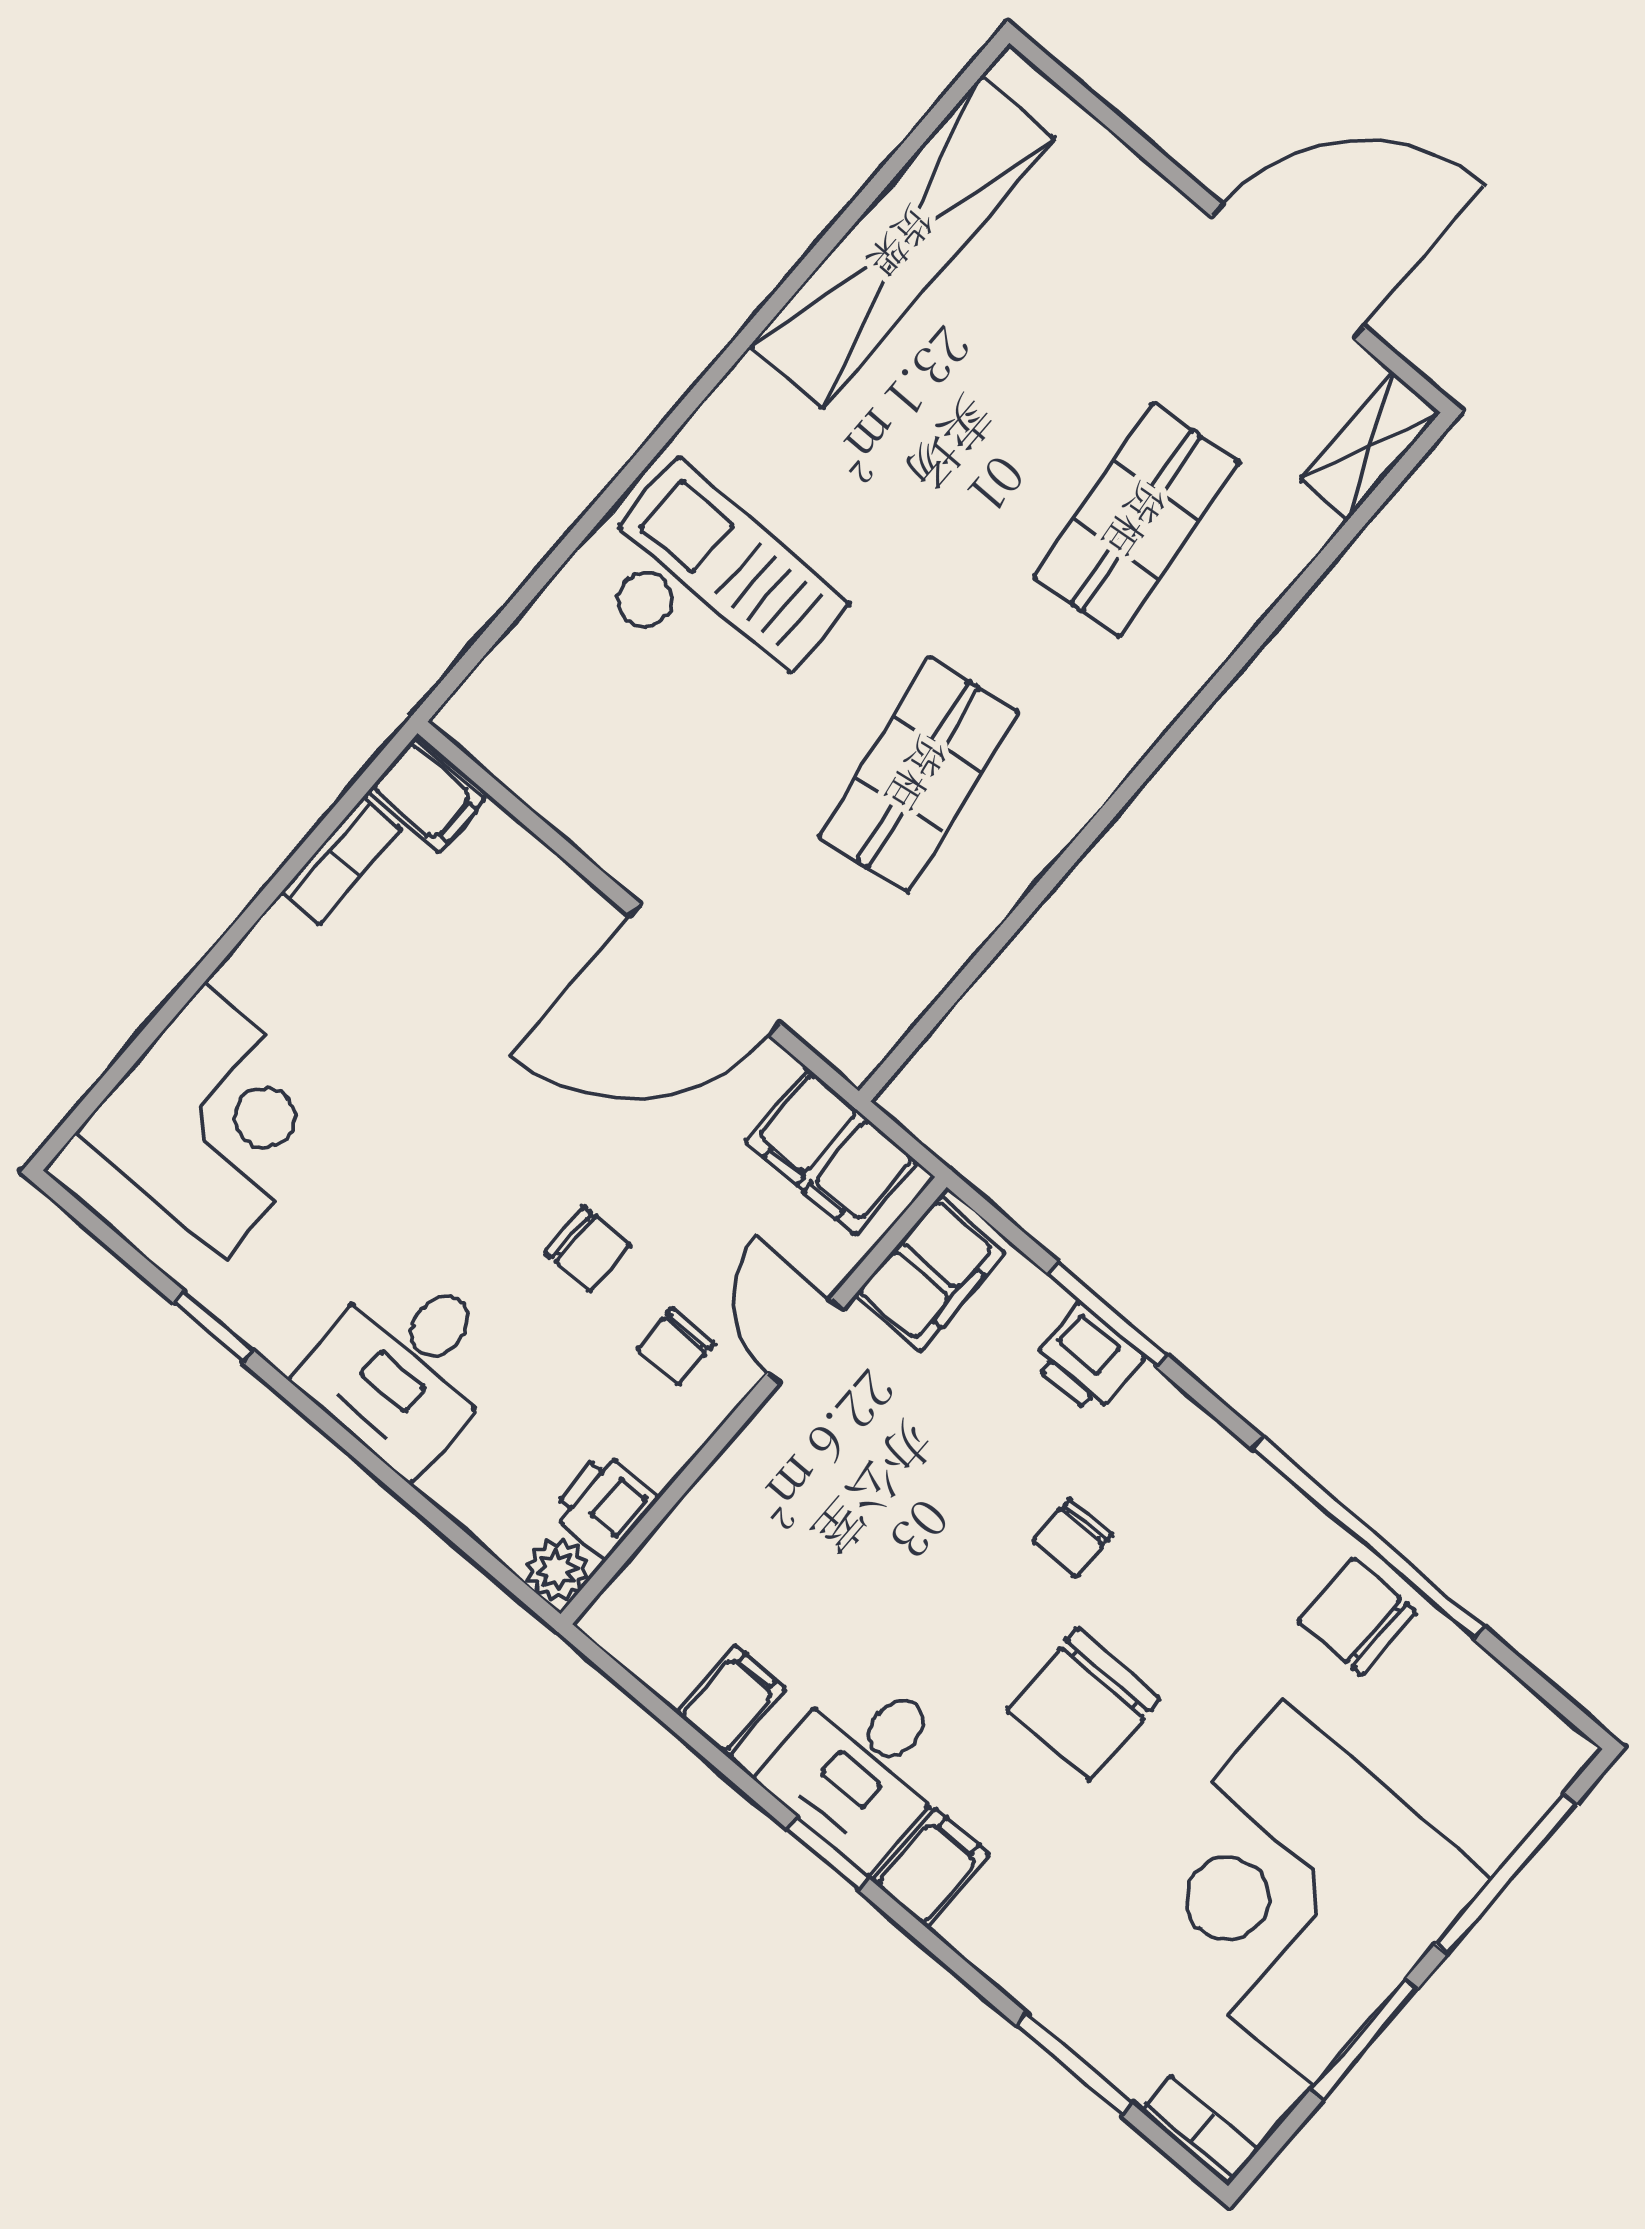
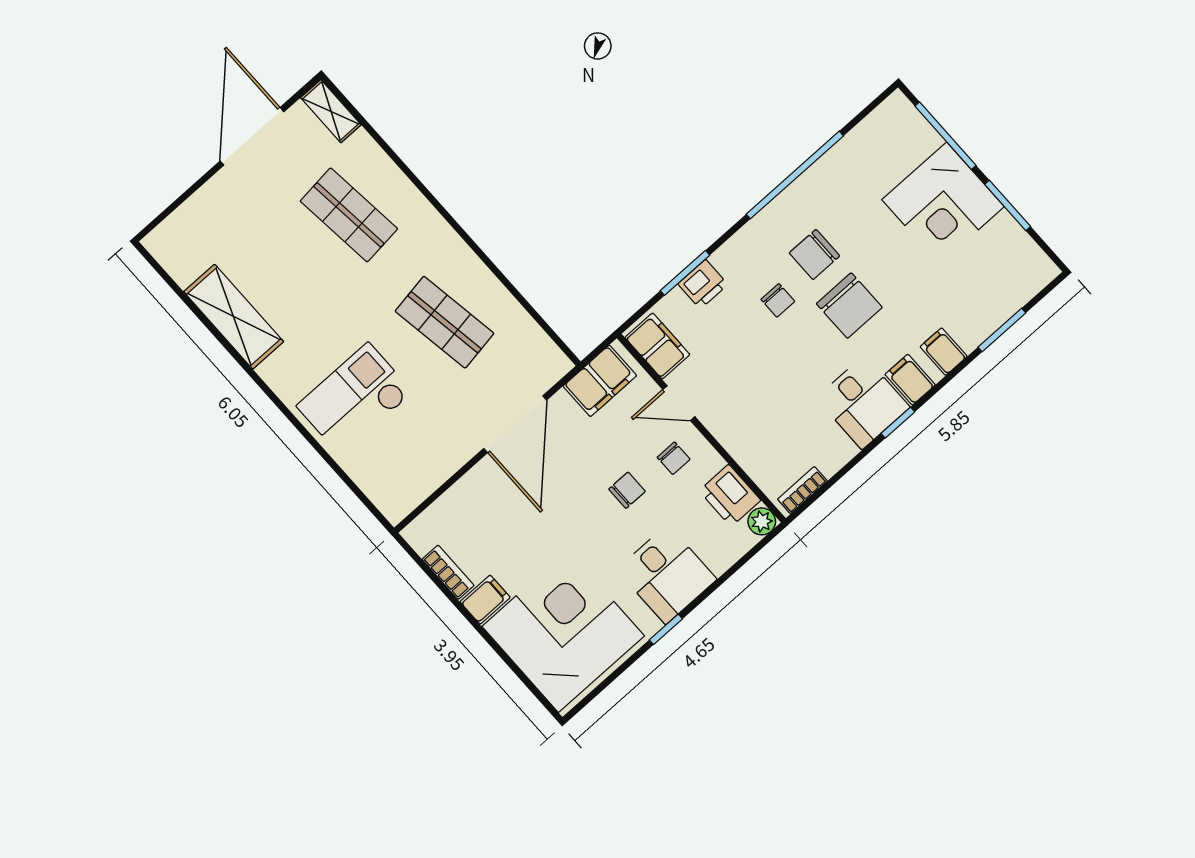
shelving: (902, 242) -> (234, 317), width x0.68
filing cabinet: (427, 795) -> (485, 600), moved
corner desk: (215, 1122) -> (563, 631), width x1.36, depth x1.36
window: (213, 1327) -> (666, 629), moved
printer: (604, 1505) -> (730, 496), width x1.36, depth x1.24
chair: (1357, 1616) -> (814, 254), moved
filing cabinet: (731, 1701) -> (944, 352), moved
corner desk: (1298, 1893) -> (943, 203), width x0.74, depth x0.74
bookcase: (1199, 2131) -> (802, 490), moved

